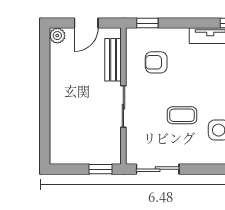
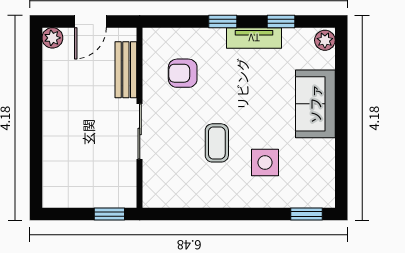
window: (147, 23) -> (223, 21), moved
coffee table: (182, 115) -> (217, 143), turned 90
sliding door: (158, 169) -> (185, 214), removed

